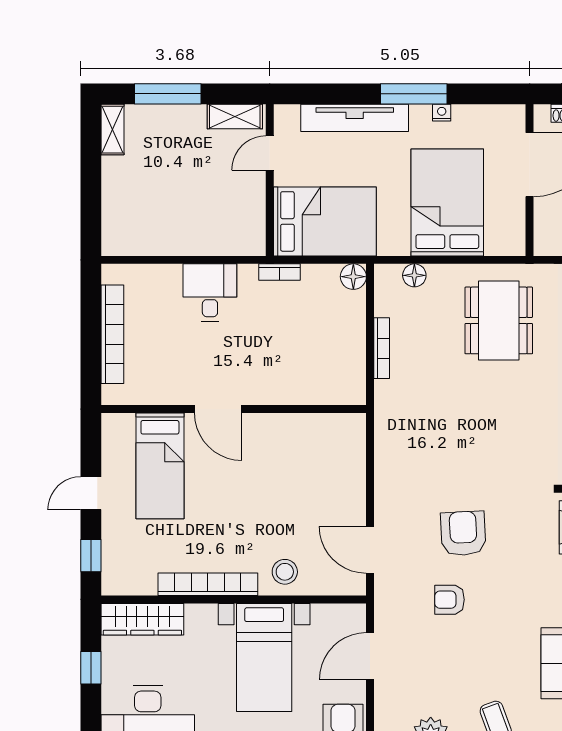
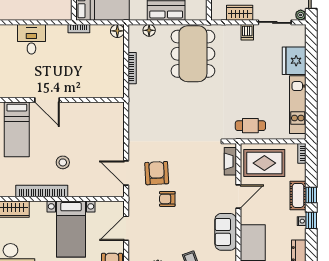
desk: (210, 293) -> (31, 39), moved
dining table: (499, 320) -> (193, 54), width x1.36, depth x1.24
armchair: (463, 533) -> (157, 173), moved
stool: (285, 572) -> (63, 162), moved

